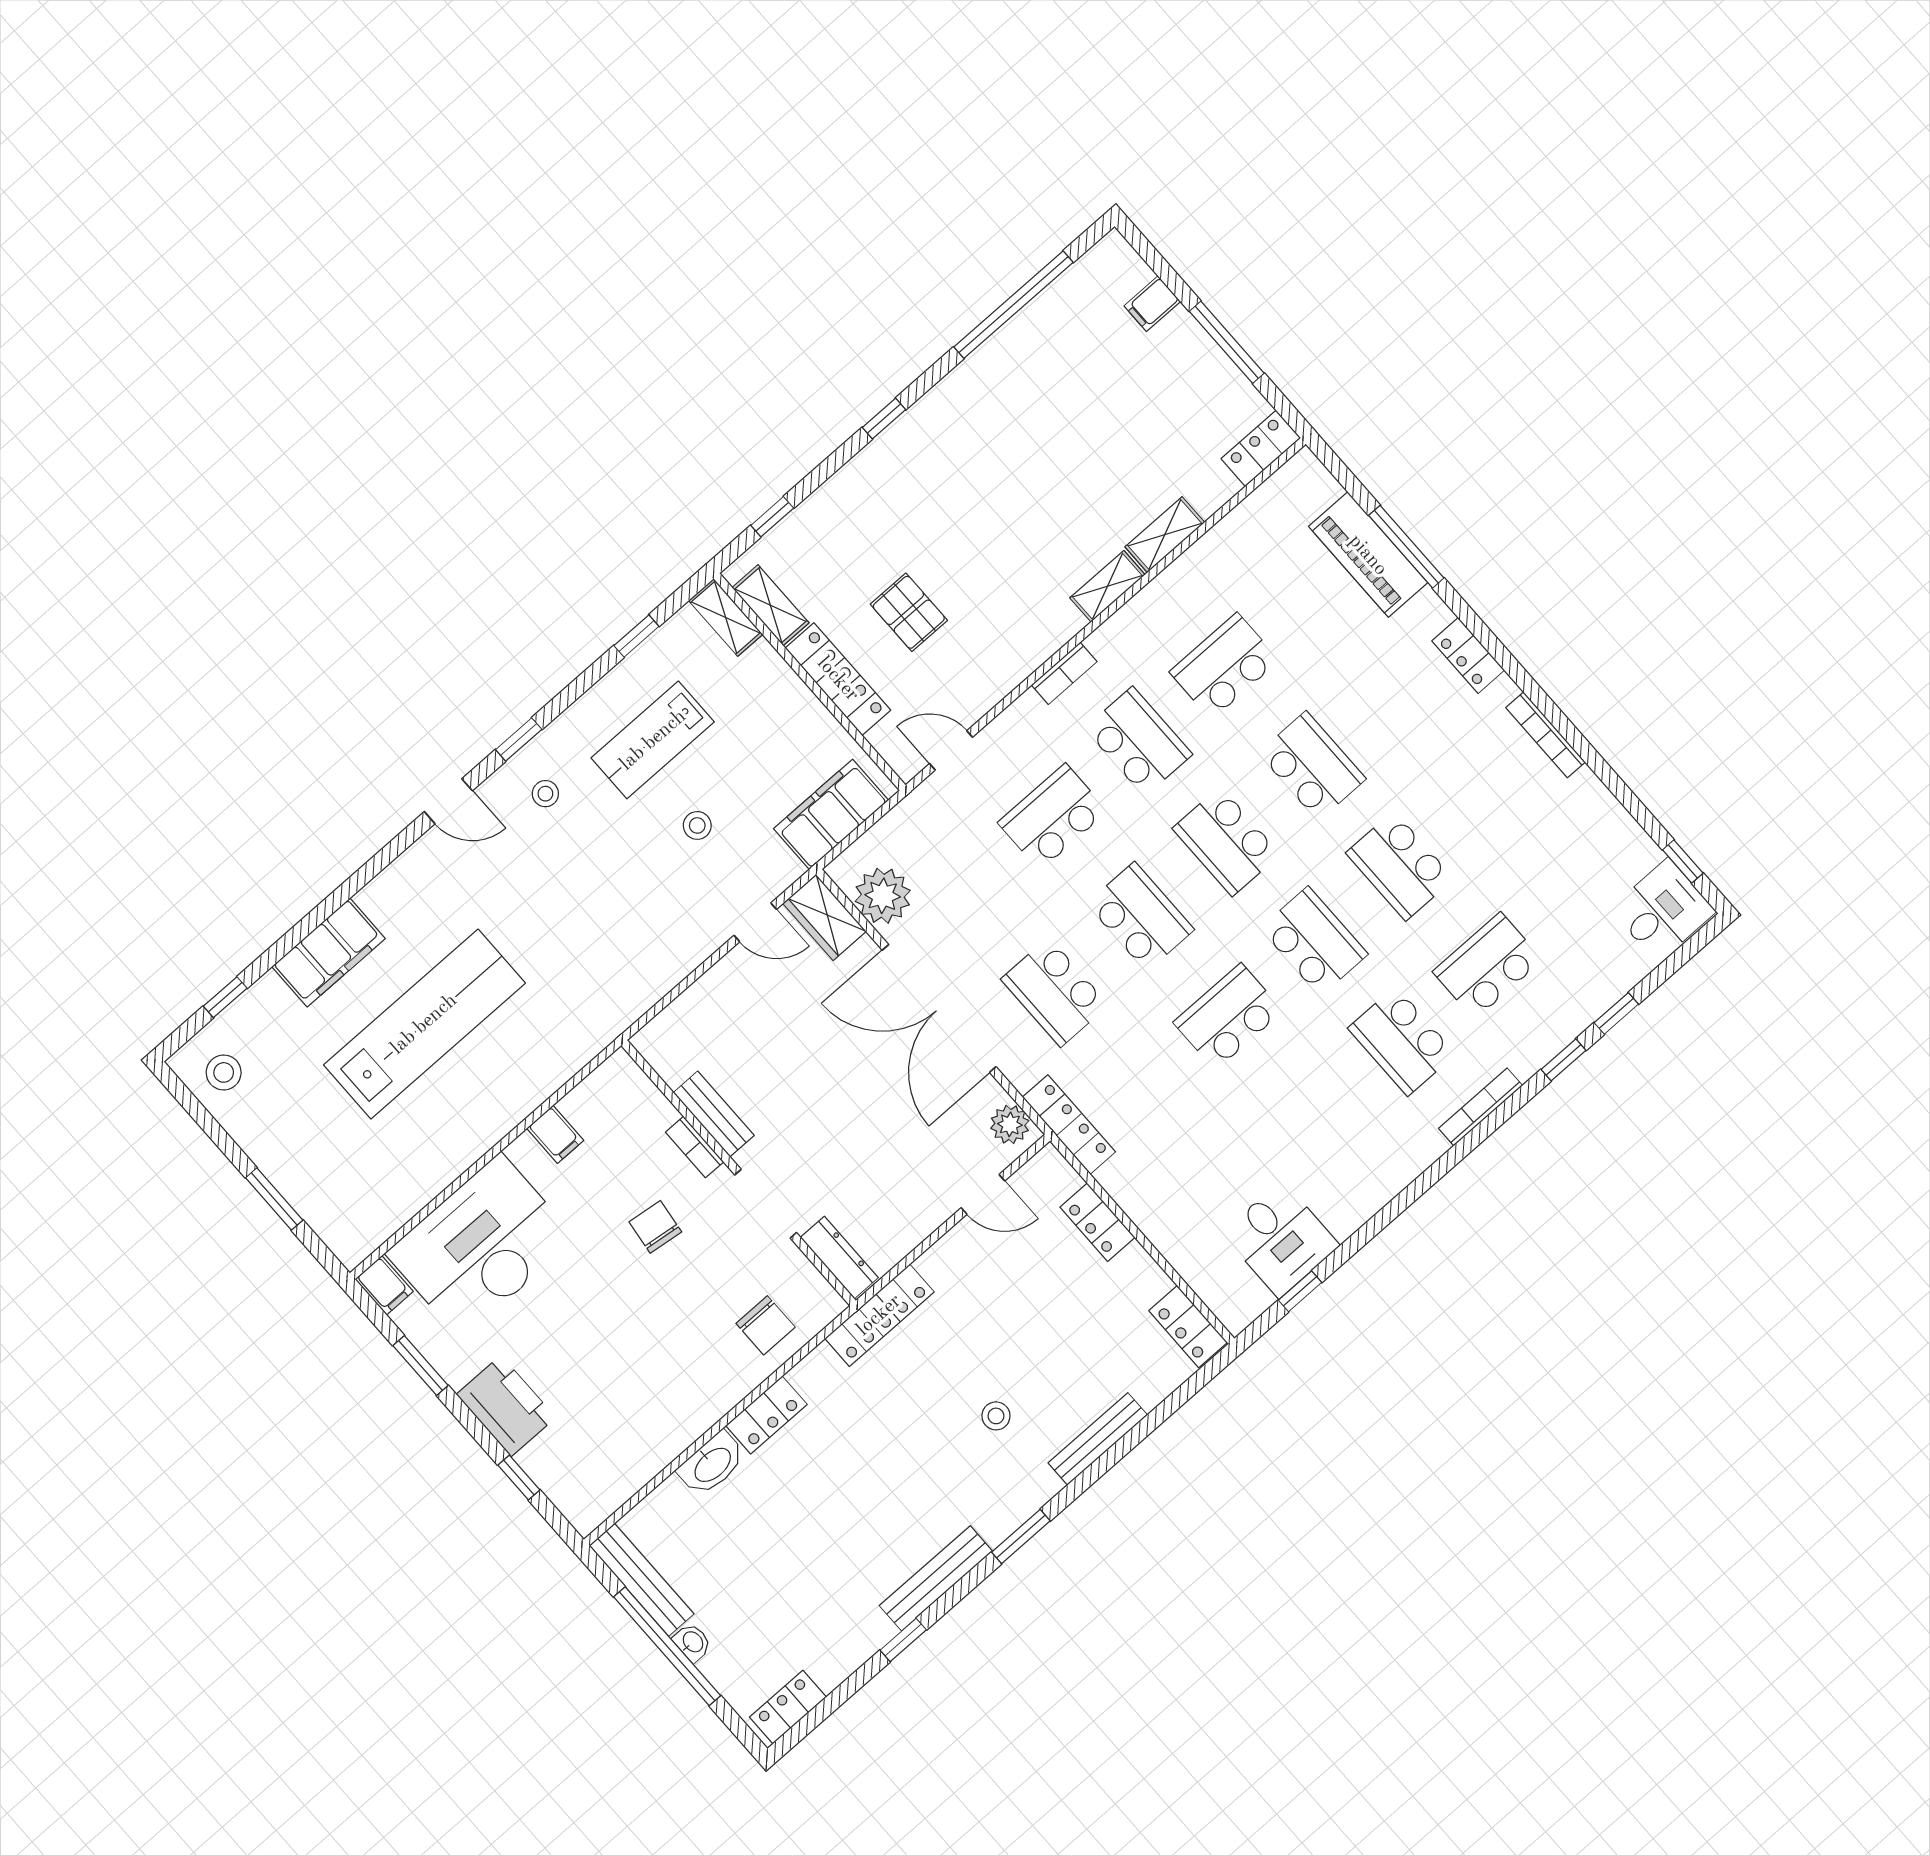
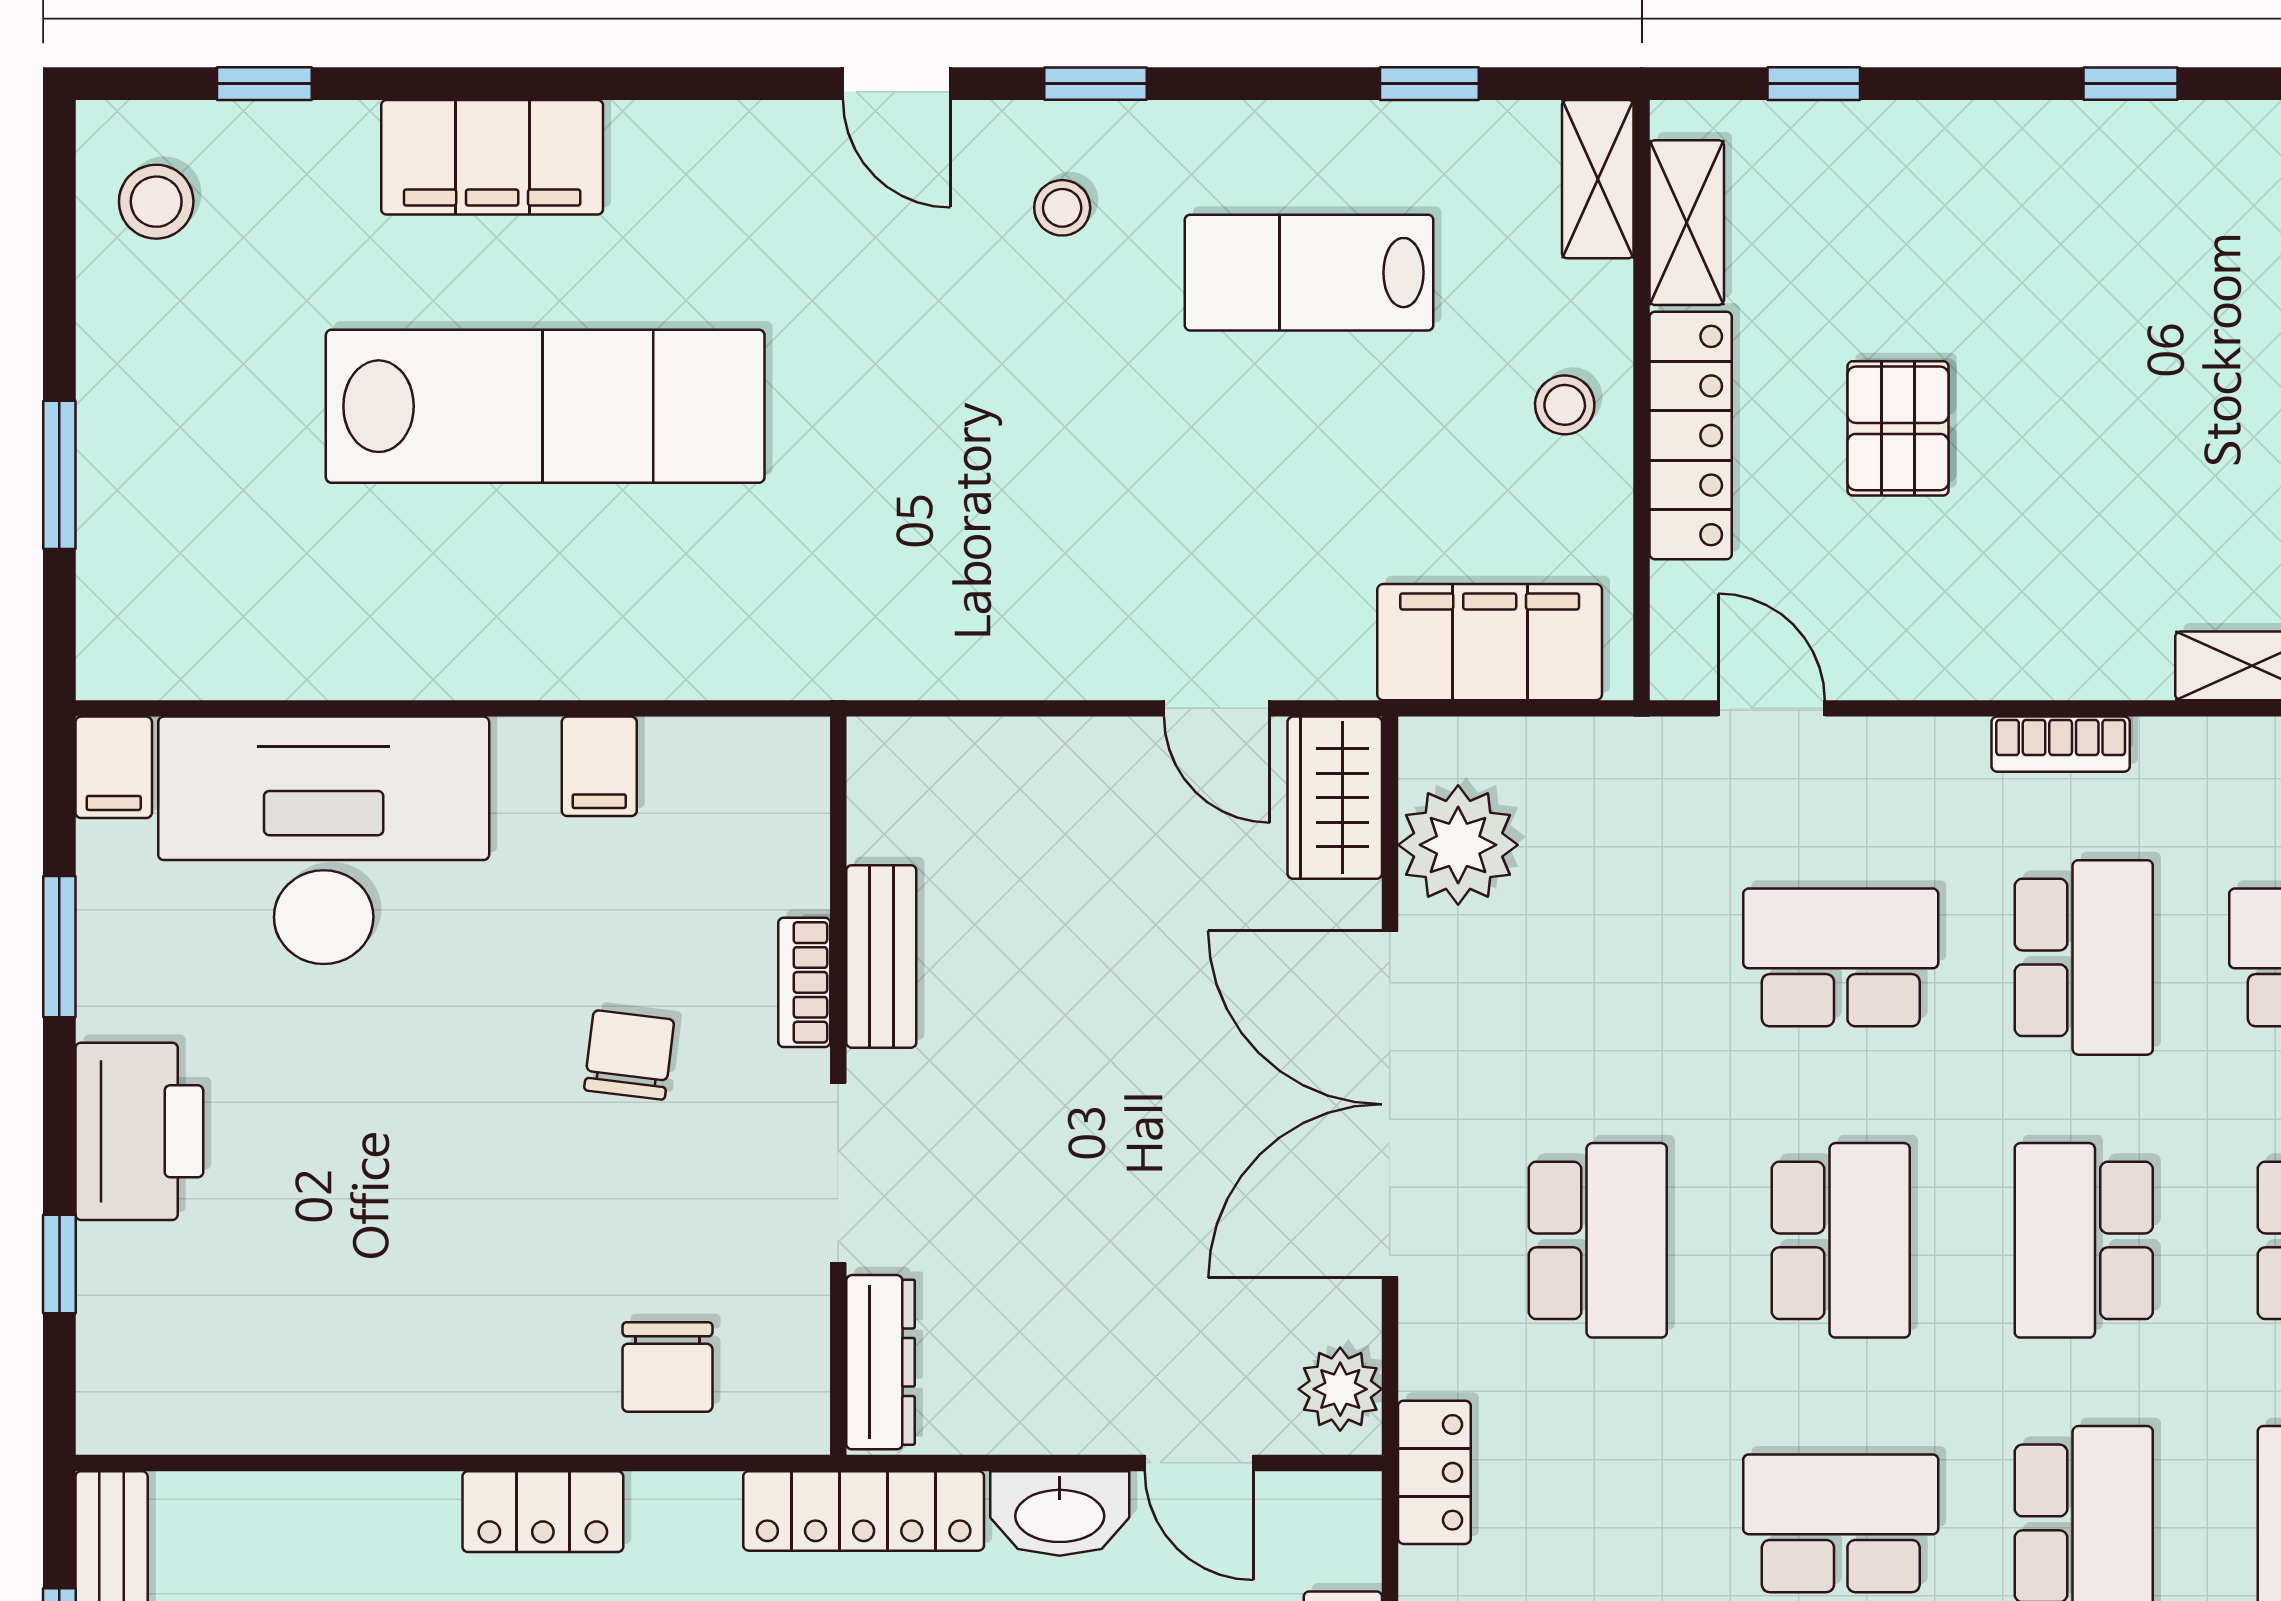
stool: (697, 825) -> (1565, 405), moved
school desk: (1055, 992) -> (1598, 1240), turned 180
locker: (1069, 1125) -> (1434, 1472), width x0.66
washbasin: (712, 1464) -> (1060, 1513), moved

